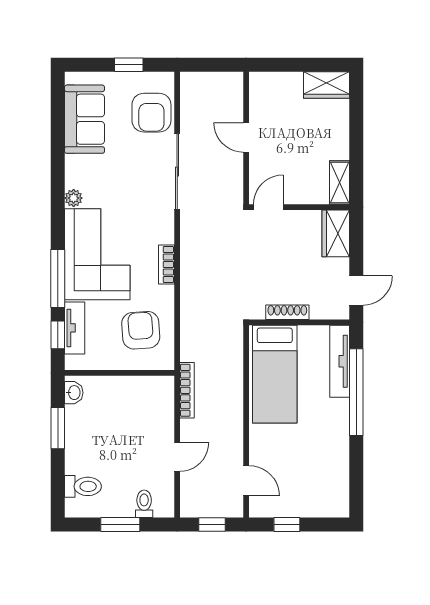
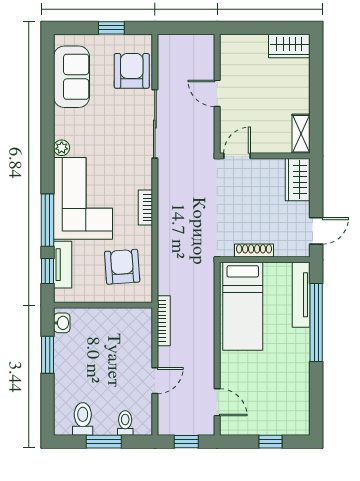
armchair: (151, 113) -> (132, 71), turned 180
toilet: (83, 486) -> (83, 419), moved, turned -90
window: (287, 525) -> (270, 442), moved

